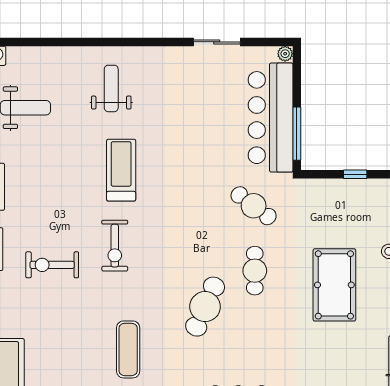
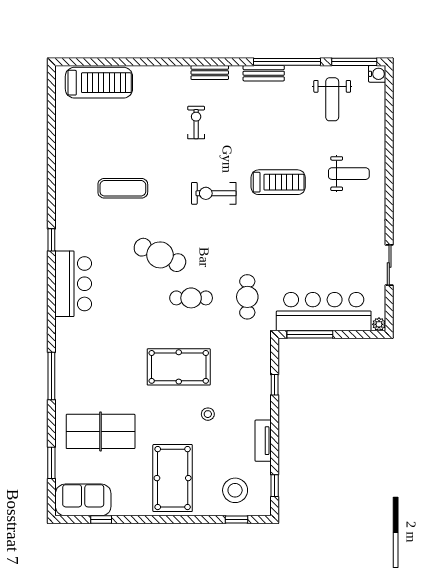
cafe table: (254, 206) -> (247, 297), turned -37
exercise bike: (115, 246) -> (214, 193), moved
exercise bike: (52, 265) -> (196, 122), width x0.73, depth x0.72

